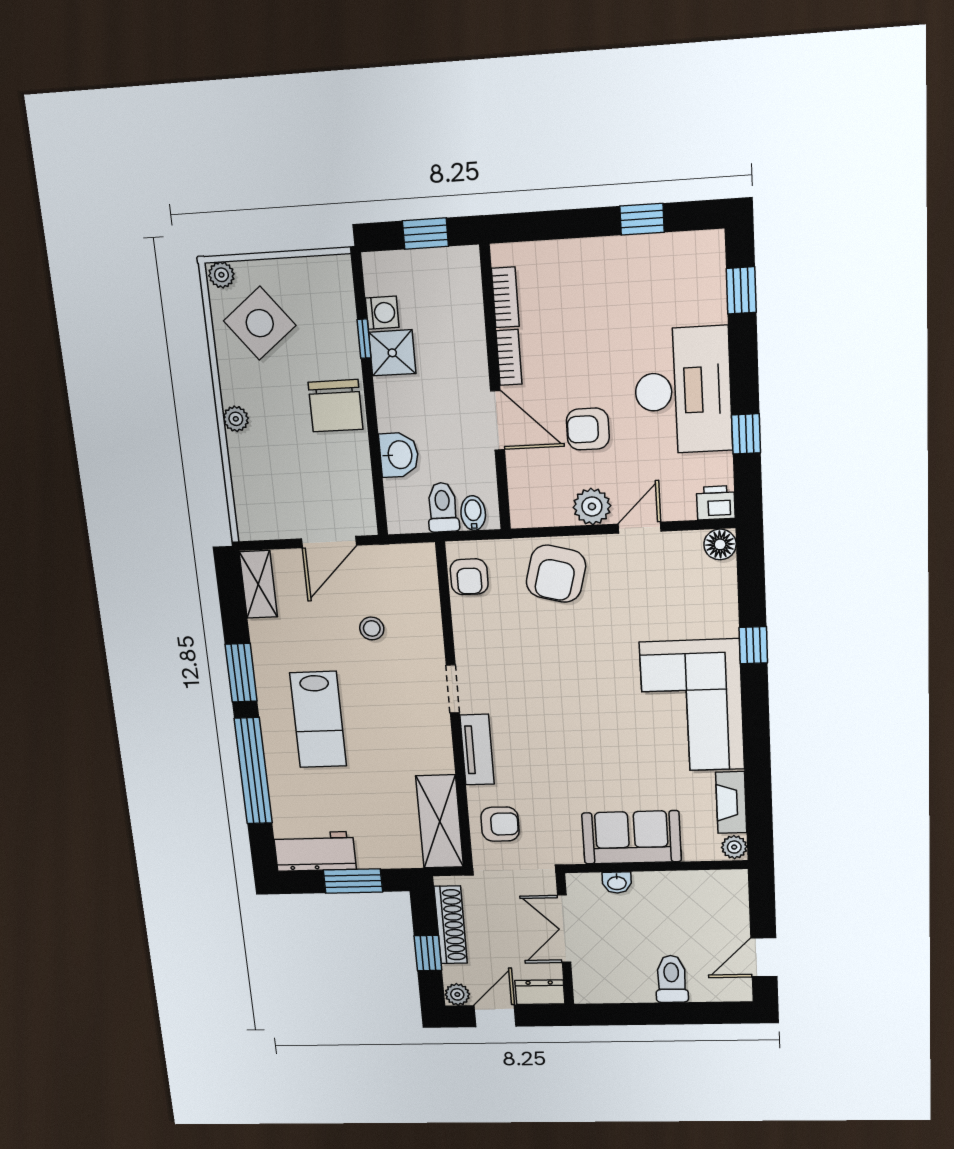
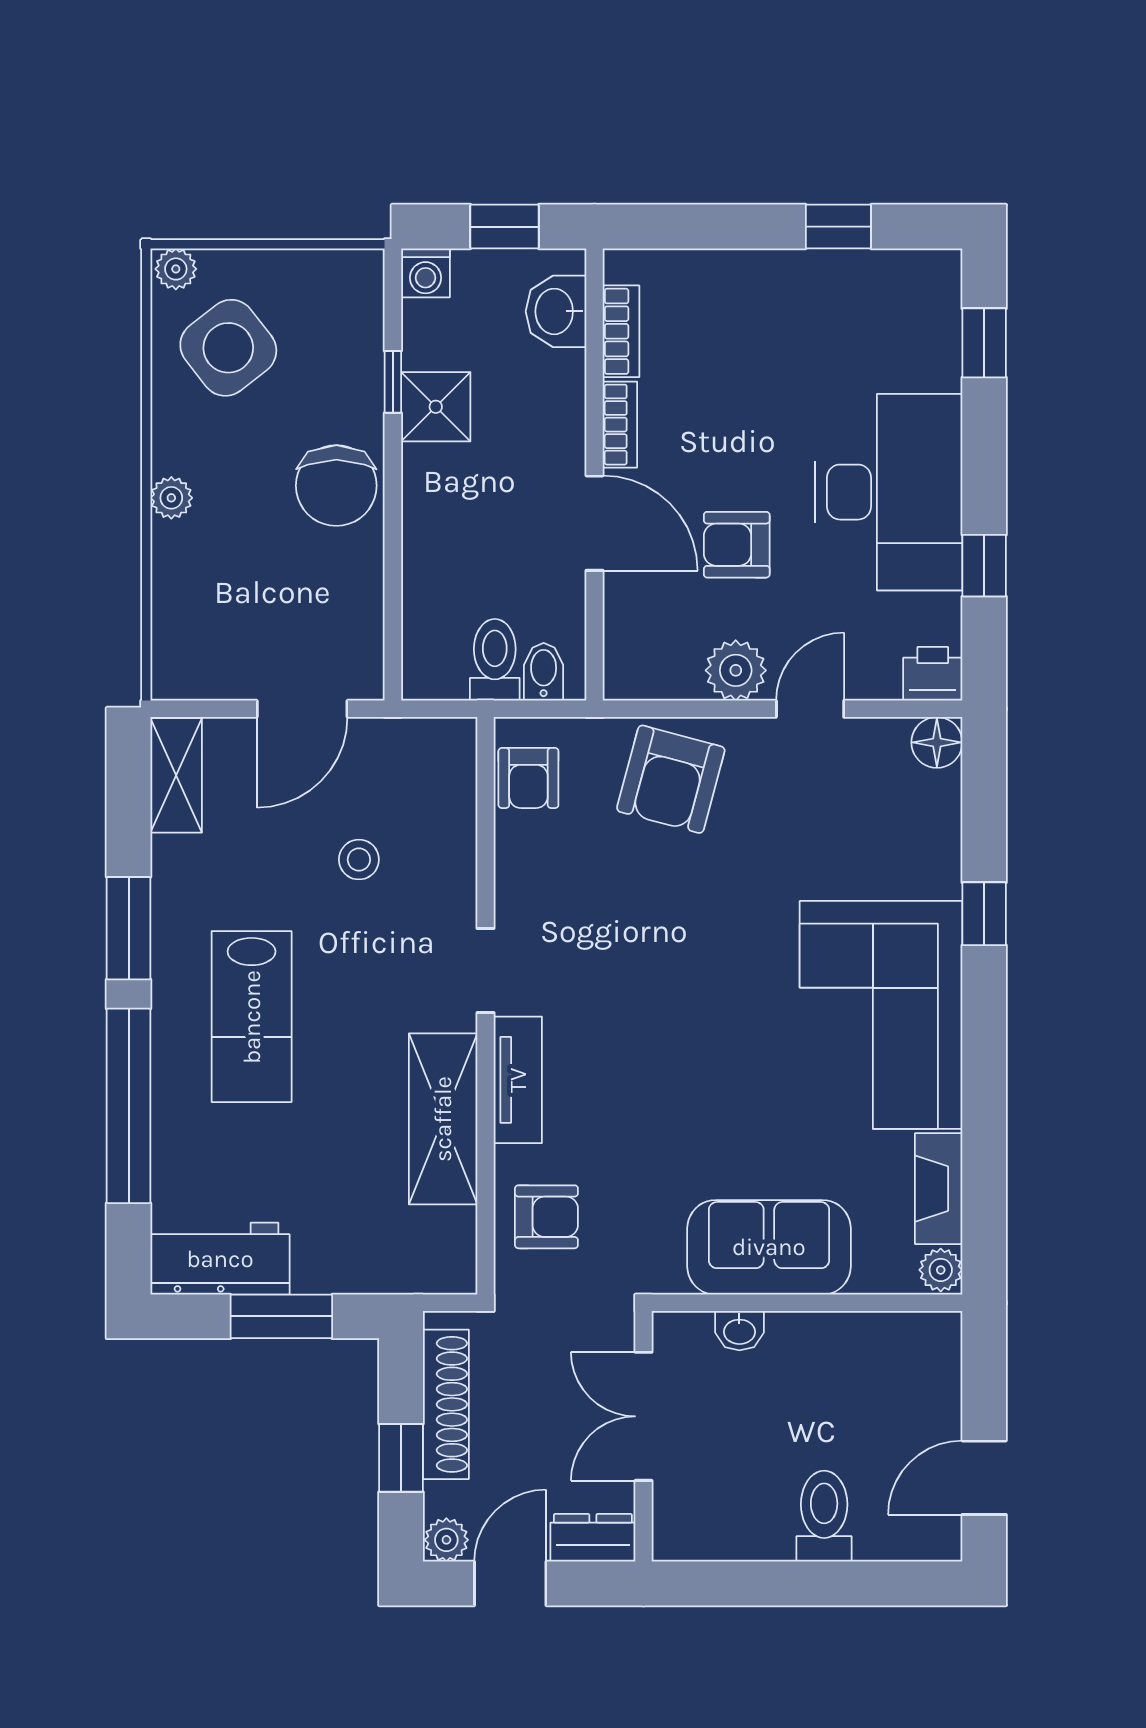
washing machine: (382, 313) -> (425, 273), moved, turned 90
washbasin: (399, 455) -> (556, 311), moved, turned 180
shelving: (440, 822) -> (443, 1119), moved

